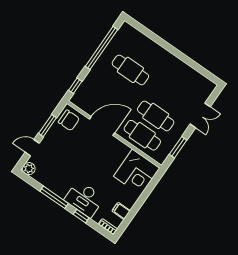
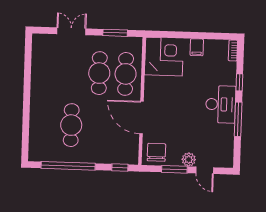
plant: (29, 169) -> (189, 160), moved
desk: (84, 199) -> (221, 104), moved
filing cabinet: (121, 211) -> (197, 47), moved

